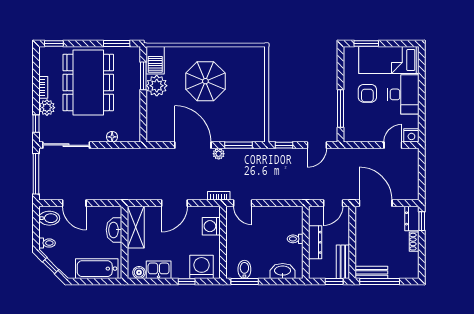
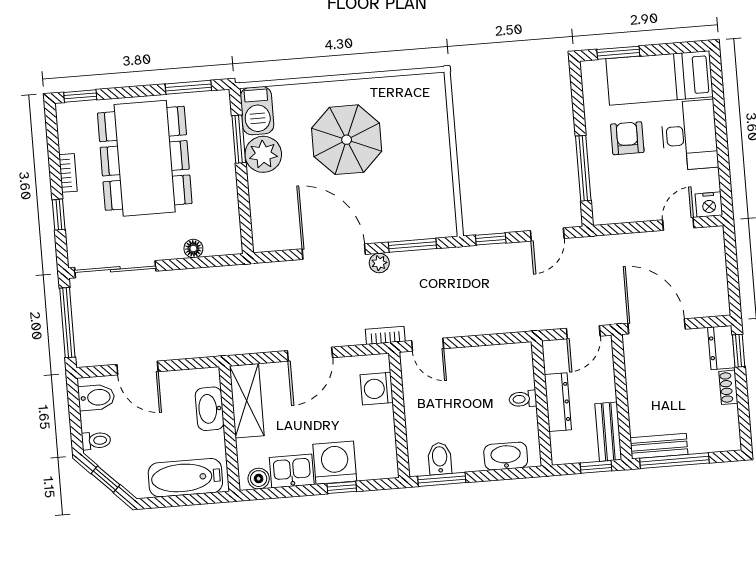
armchair: (367, 93) -> (627, 138), turned 180
plant: (47, 108) -> (77, 207), removed
window: (36, 124) -> (59, 215), moved
washing machine: (201, 267) -> (335, 463), moved

